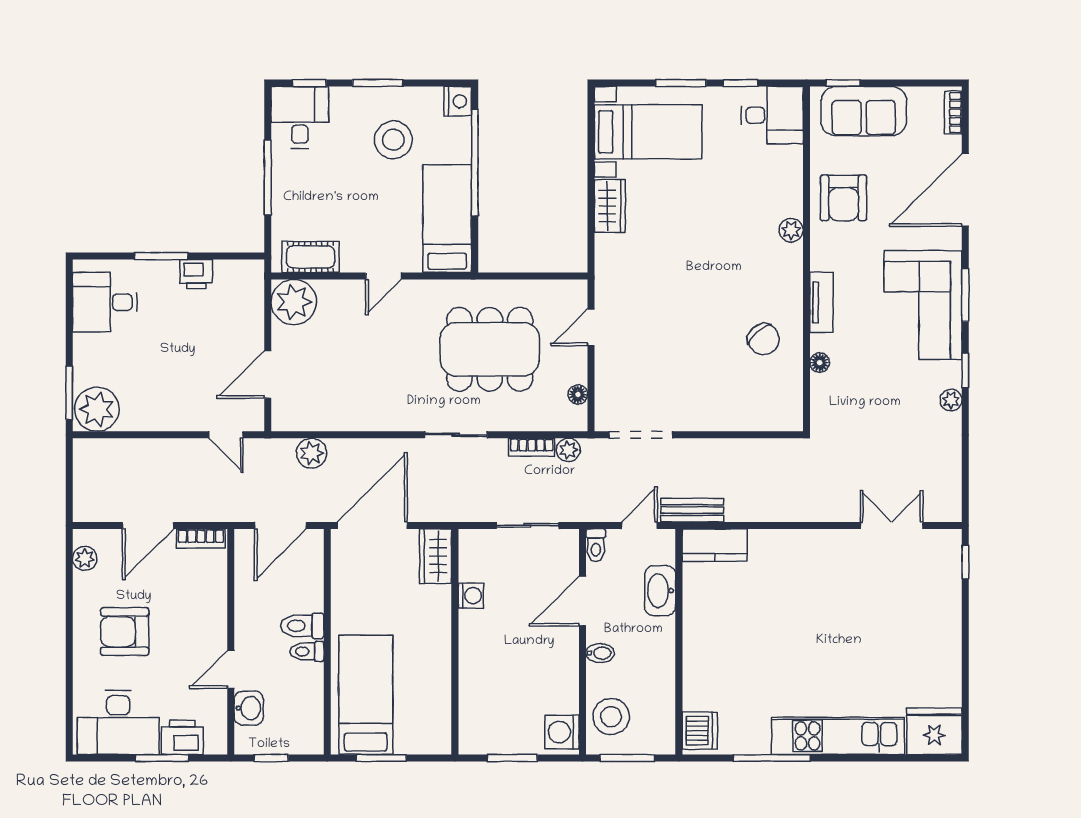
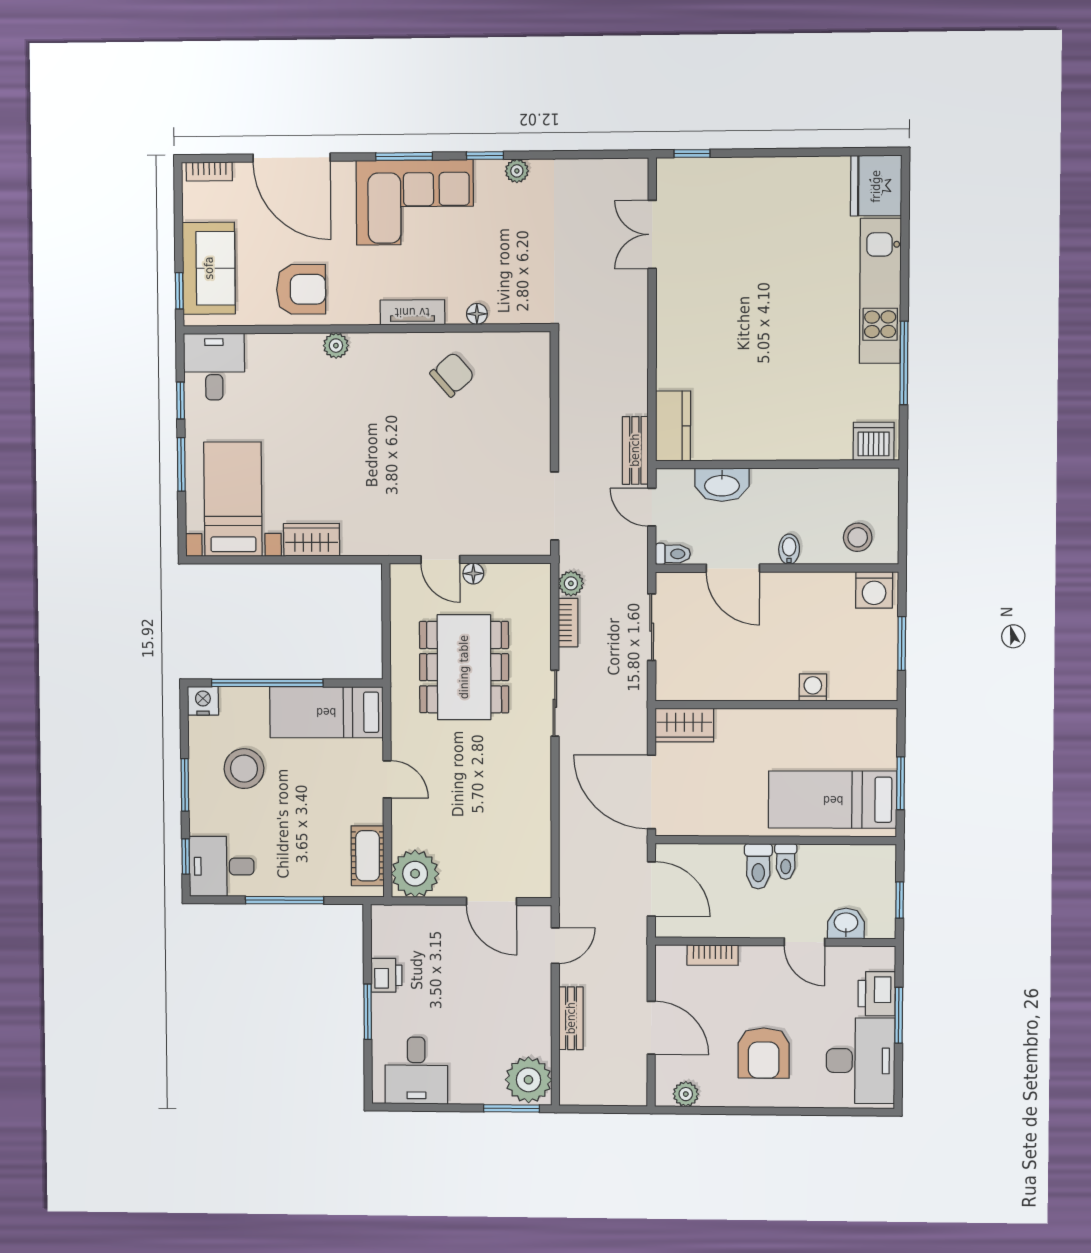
floor lamp: (578, 395) -> (473, 574), moved
bench: (156, 450) -> (571, 1018), added
plant: (311, 453) -> (575, 856), removed
bookcase: (201, 539) -> (713, 955), moved, turned 90
washing machine: (471, 596) -> (813, 688), moved
stool: (611, 717) -> (858, 537), width x0.73, depth x0.73
window: (627, 758) -> (903, 519), removed

